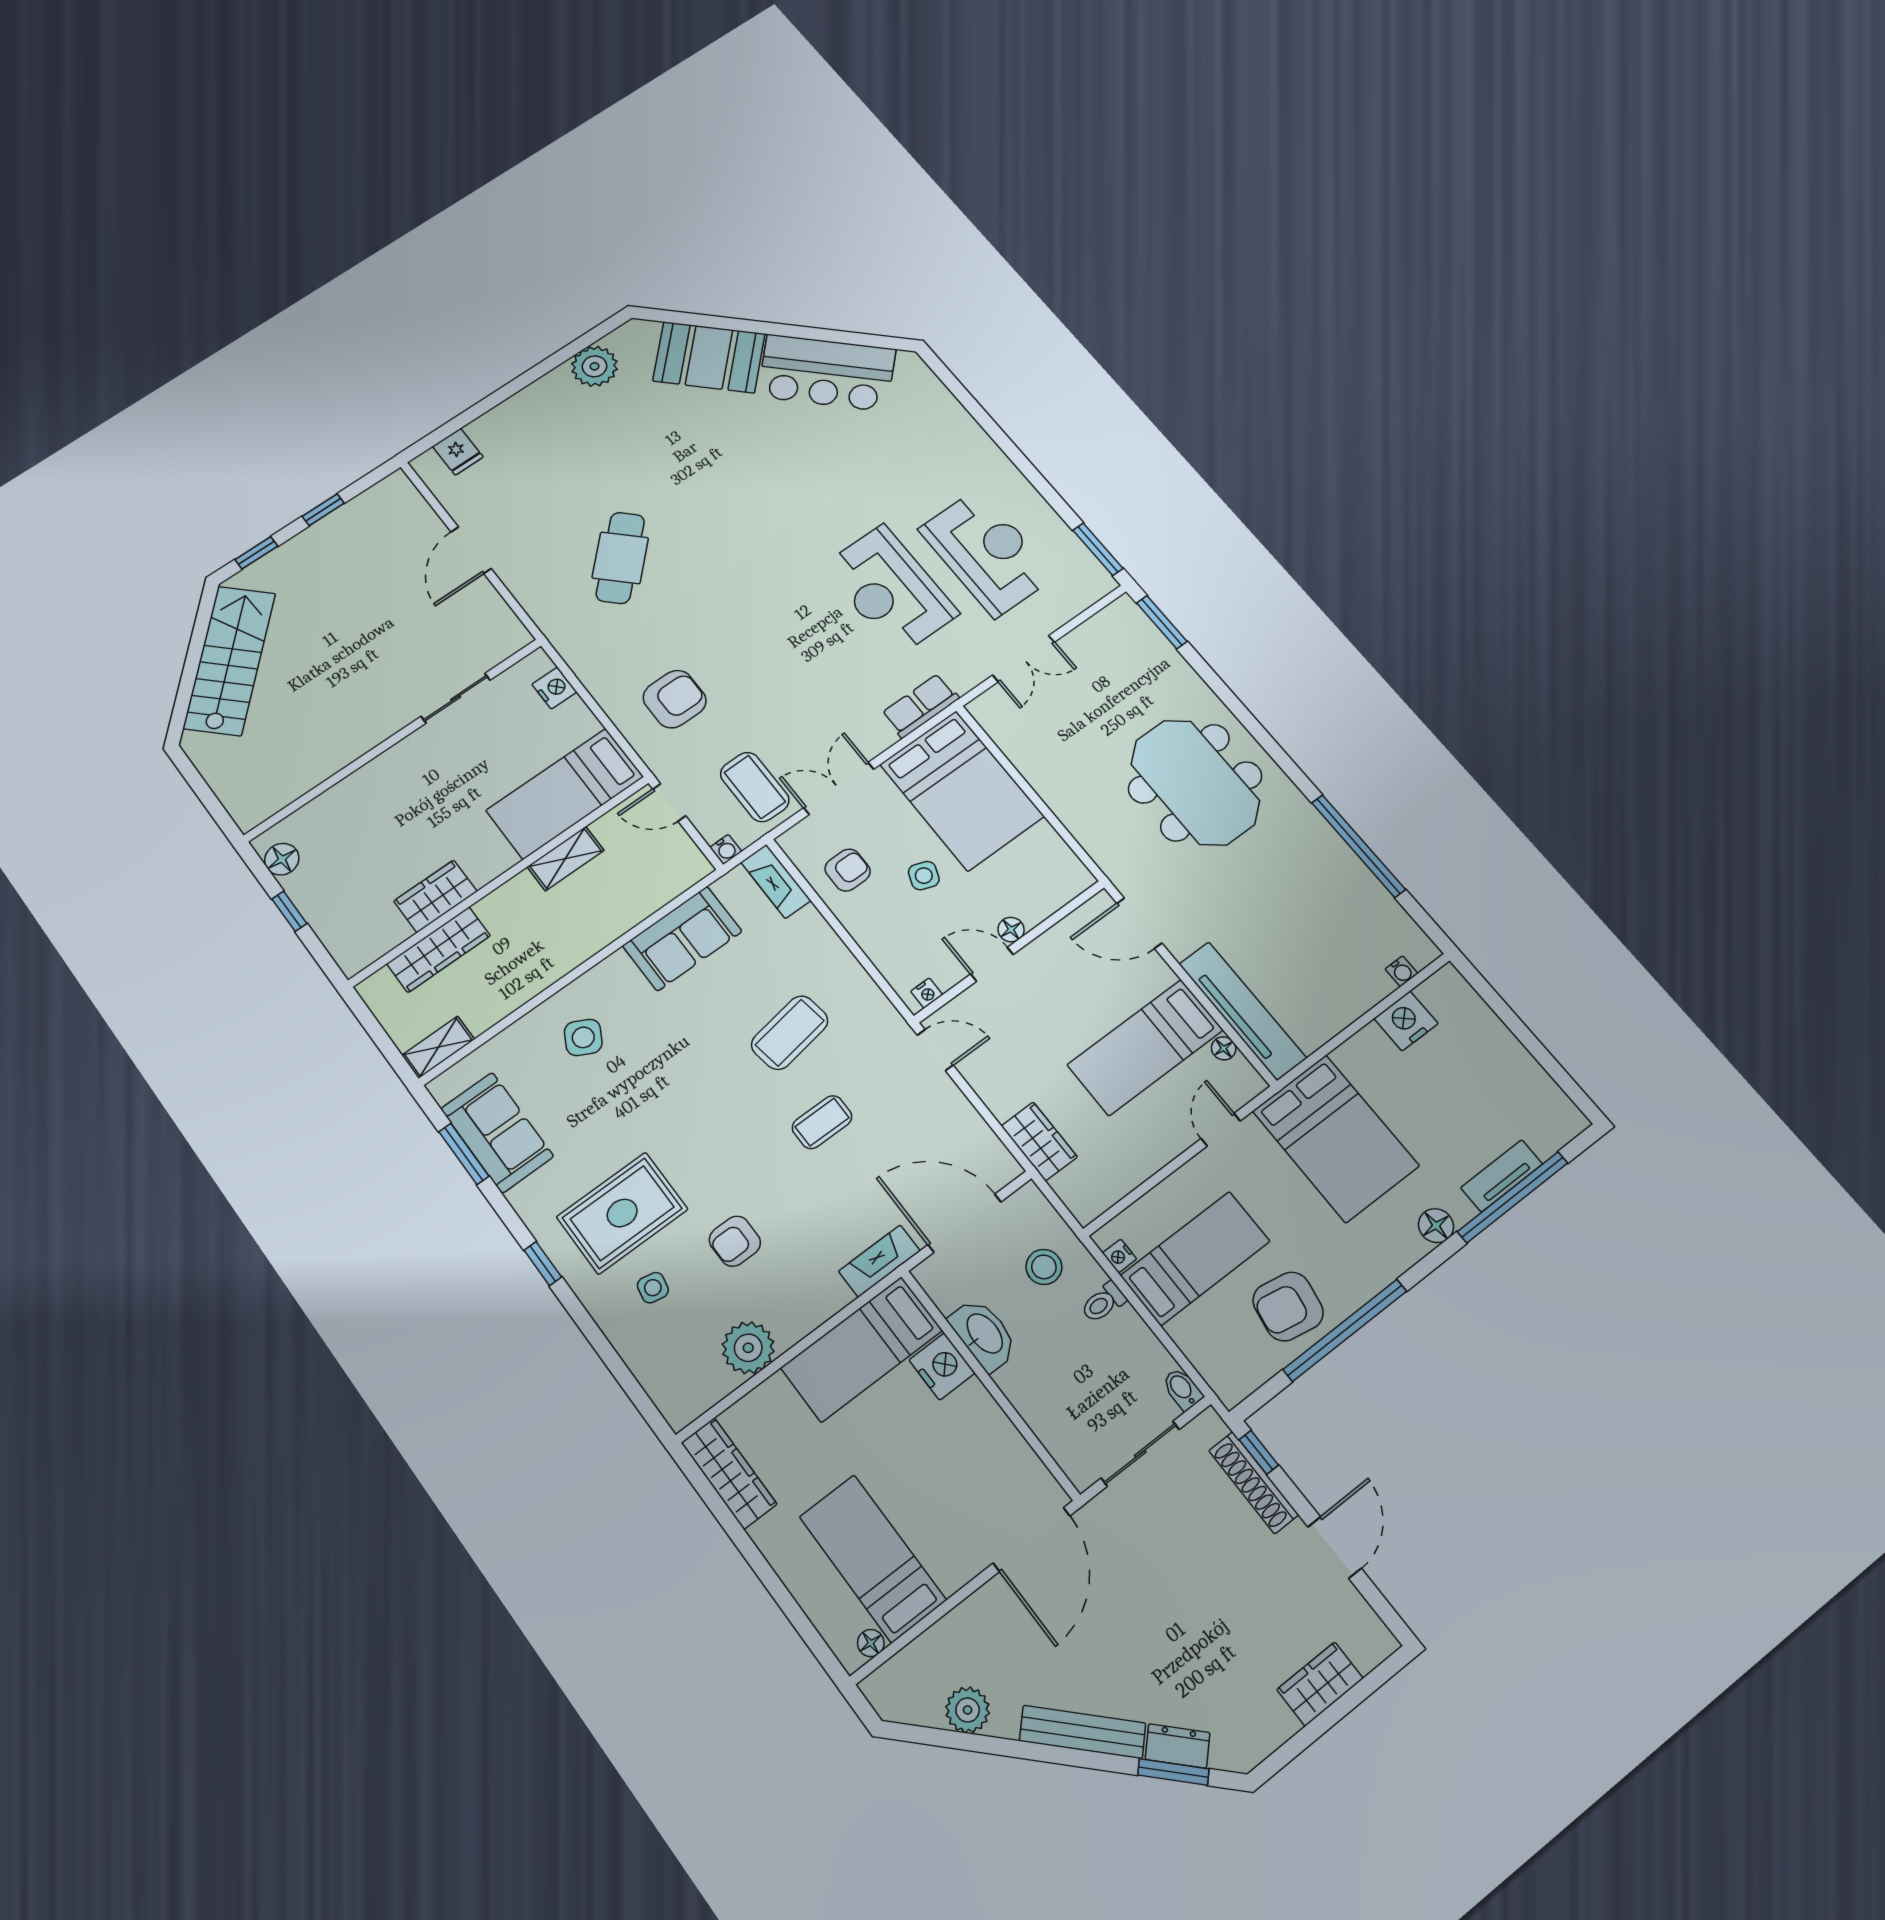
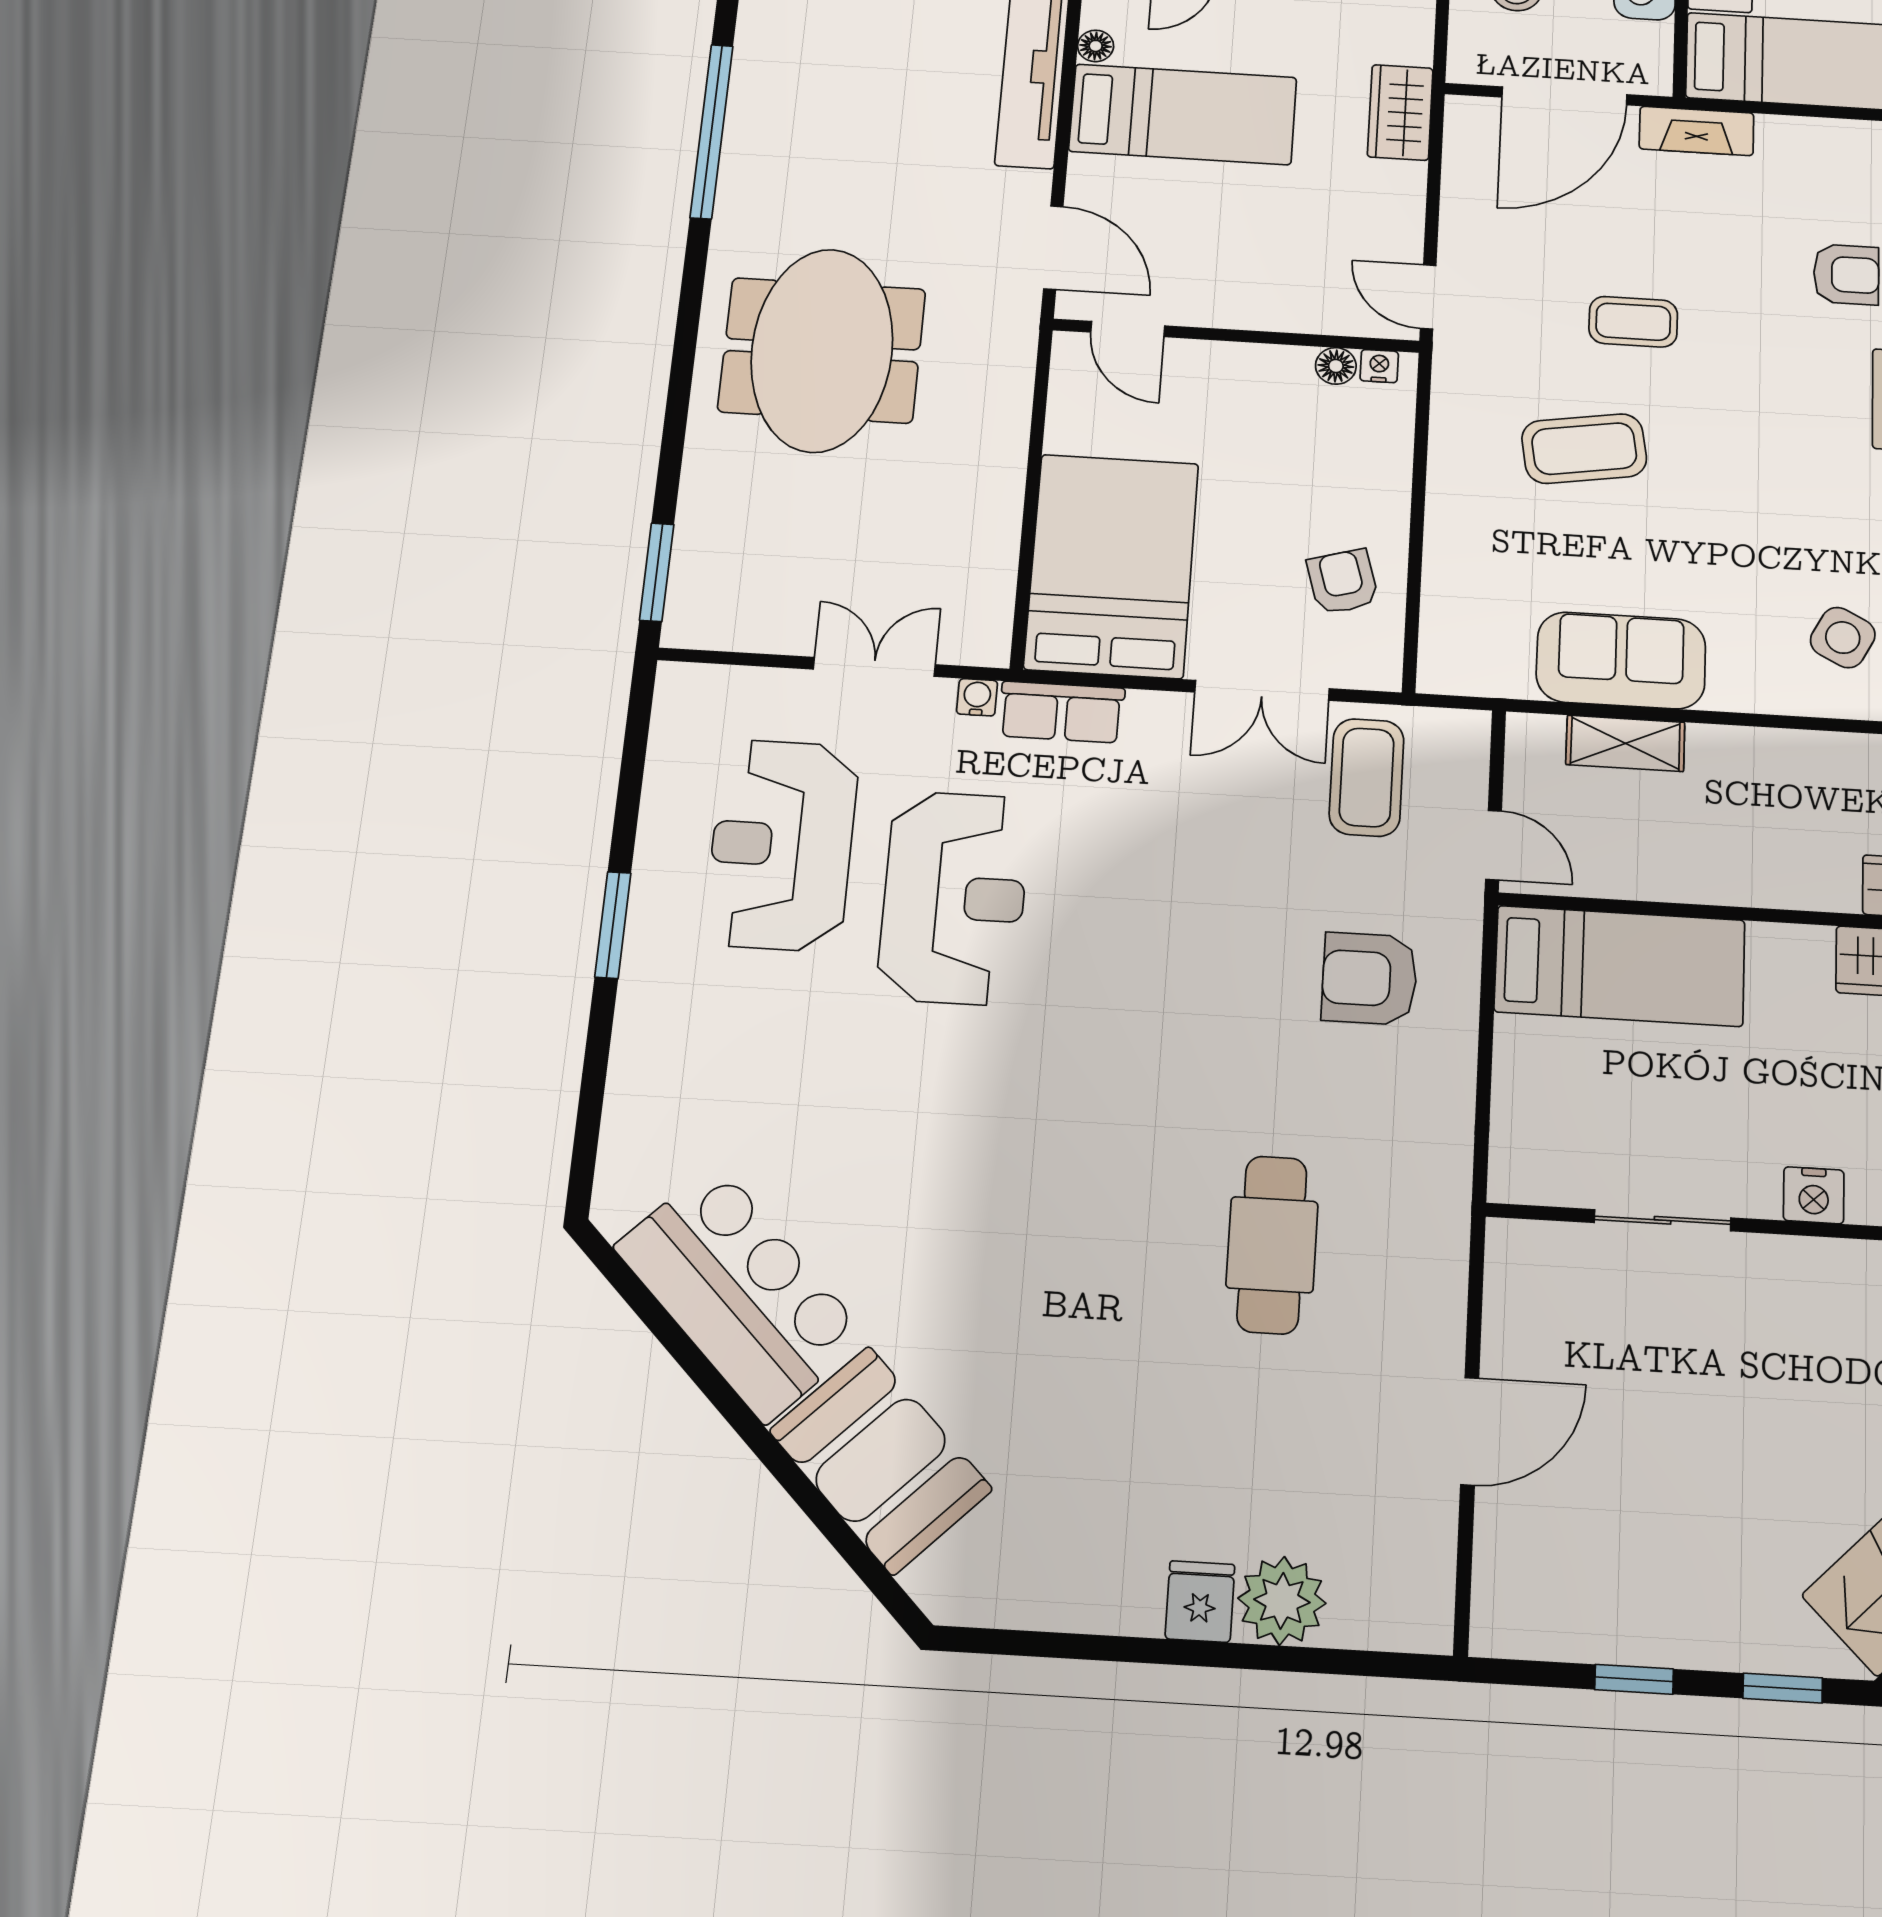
plant: (595, 366) -> (1282, 1601), moved
fridge: (458, 452) -> (1200, 1602), moved
window: (1098, 549) -> (613, 925), moved
cafe table: (620, 558) -> (1272, 1245), turned -45
nightstand: (554, 688) -> (1814, 1195), moved, turned -90
water cooler: (726, 849) -> (977, 697), moved
shelving: (566, 859) -> (1625, 743), moved
armchair: (848, 870) -> (1343, 582), turned 74
side table: (924, 876) -> (1256, 502), removed
fireplace: (776, 881) -> (1444, 638), removed
floor lamp: (1011, 930) -> (1336, 366), moved
door: (992, 964) -> (1128, 329), moved
door: (965, 1223) -> (1565, 96), hinge flipped

